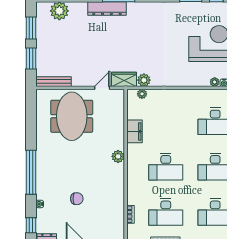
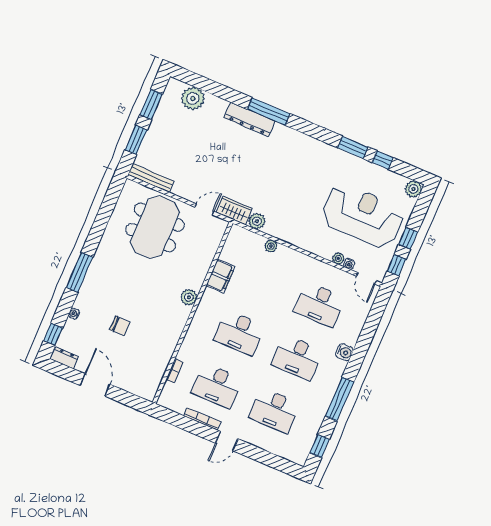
plant: (142, 94) -> (271, 246), moved
window: (31, 172) -> (80, 272), width x0.68

